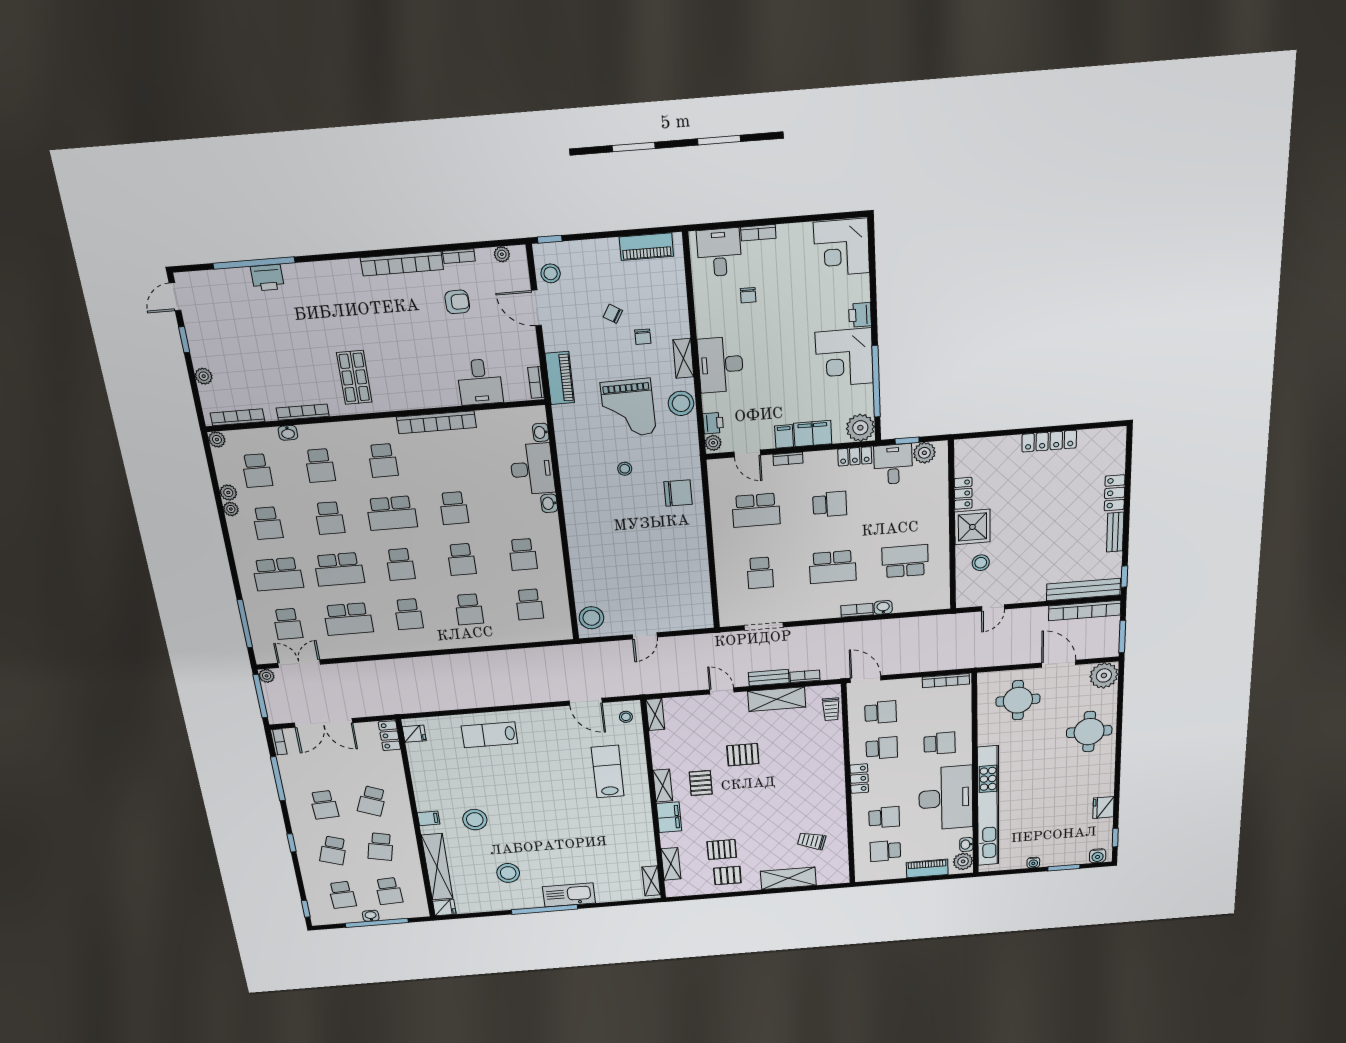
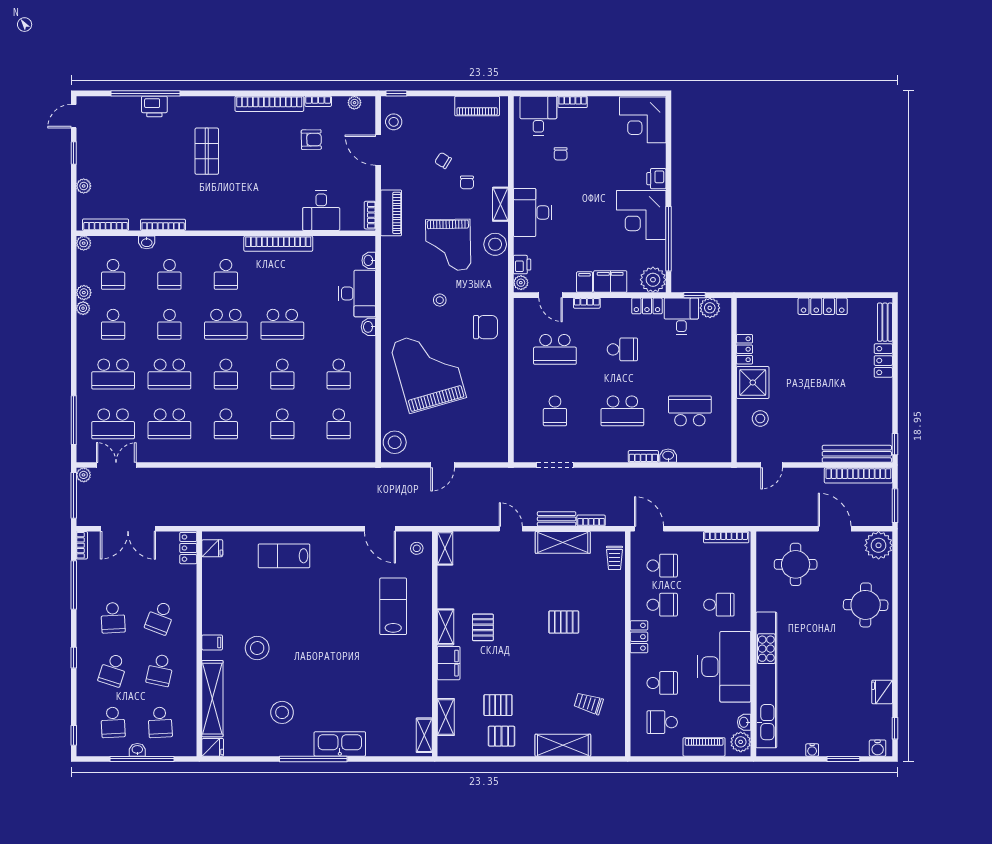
shop shelf: (354, 377) -> (207, 151), moved
school desk: (454, 508) -> (282, 324), width x1.85
bench: (1115, 532) -> (885, 322), moved
grand piano: (619, 543) -> (428, 370), added
school desk: (288, 624) -> (113, 424), width x1.85
pallet: (743, 755) -> (564, 622), moved

